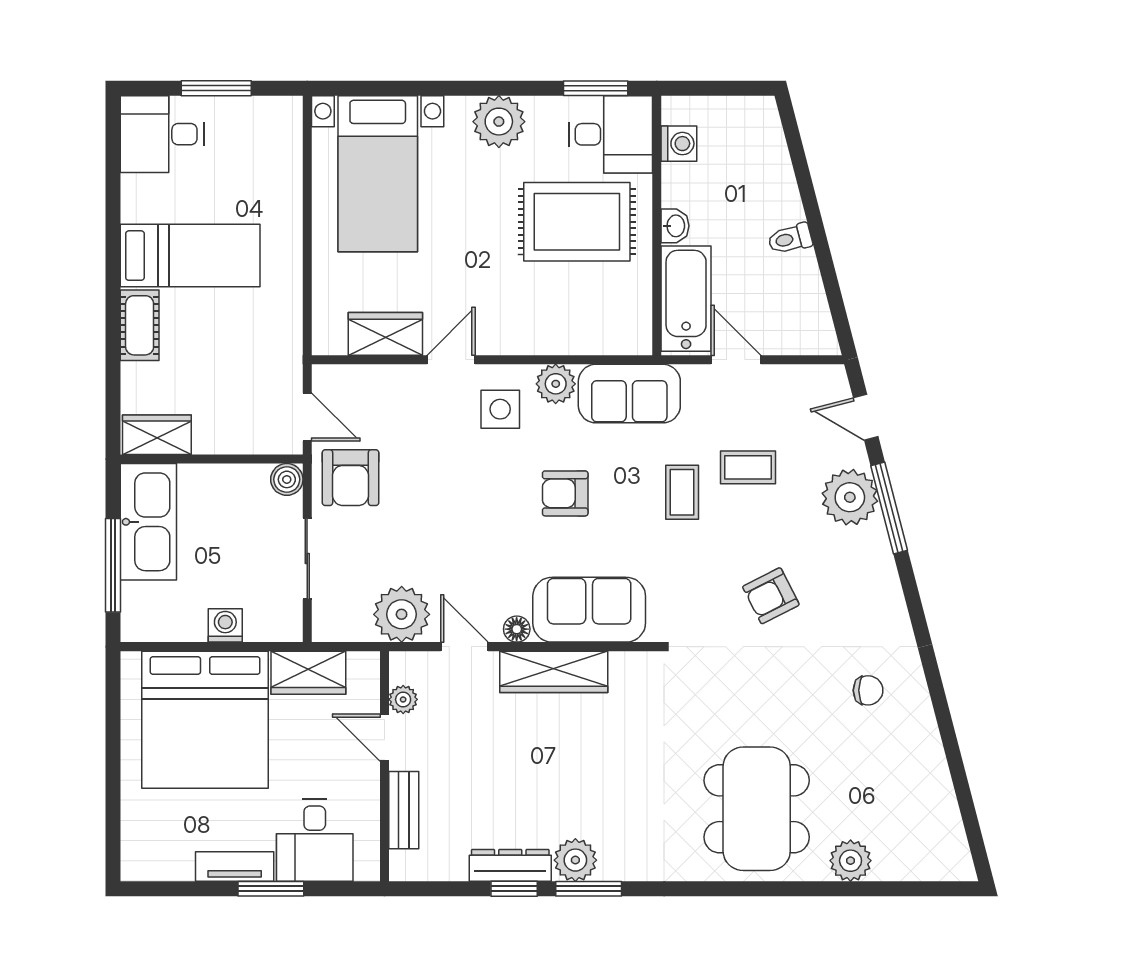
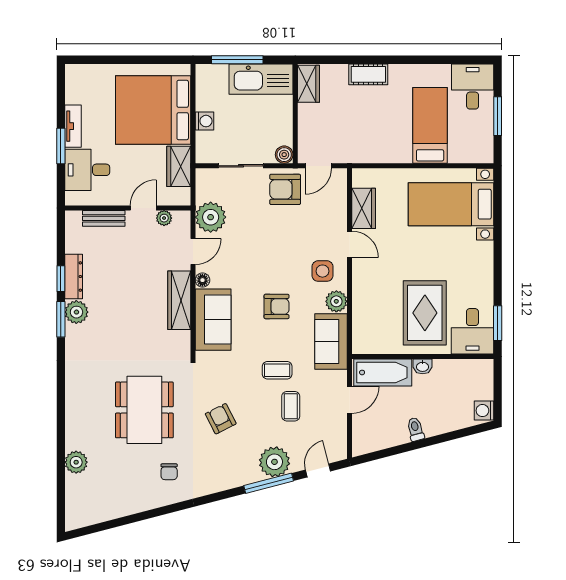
plant: (499, 122) -> (479, 270), removed
washing machine: (679, 144) -> (484, 411), moved, turned 90
bed: (190, 256) -> (430, 125), moved, turned 180
armchair: (565, 493) -> (277, 306), turned 90
dining table: (757, 809) -> (144, 410), moved, turned 90

